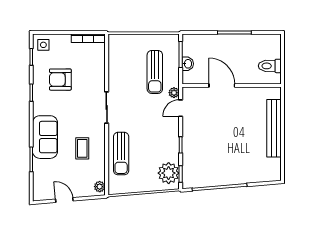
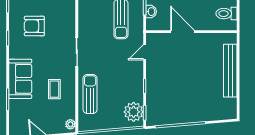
plant: (174, 93) -> (139, 38), removed
sun lounger: (121, 154) -> (90, 94), turned 180

